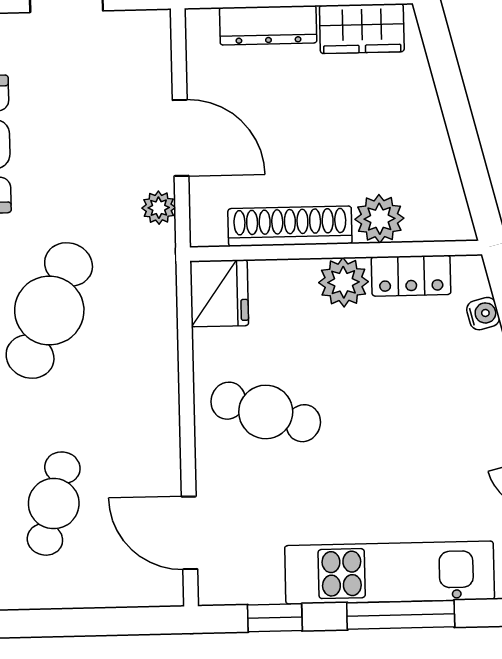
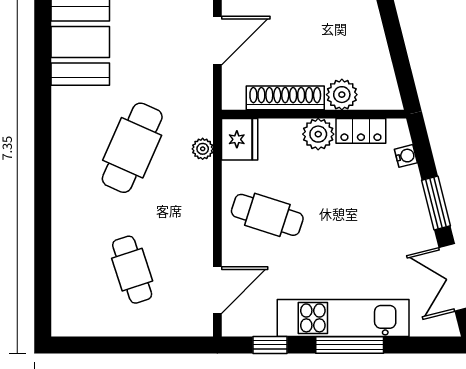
door: (181, 138) -> (217, 41), hinge flipped
plant: (159, 208) -> (203, 149), moved
cafe table: (54, 504) -> (132, 270), turned -33
door: (190, 533) -> (217, 290), swing flipped

